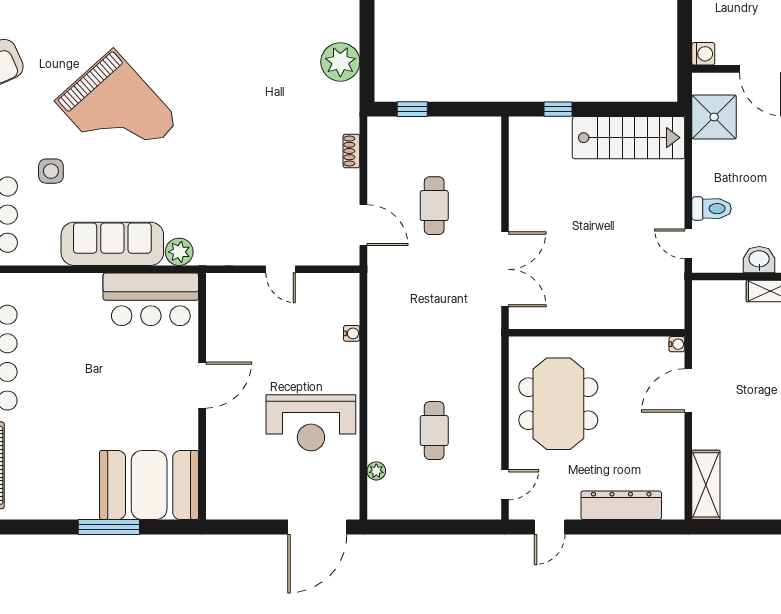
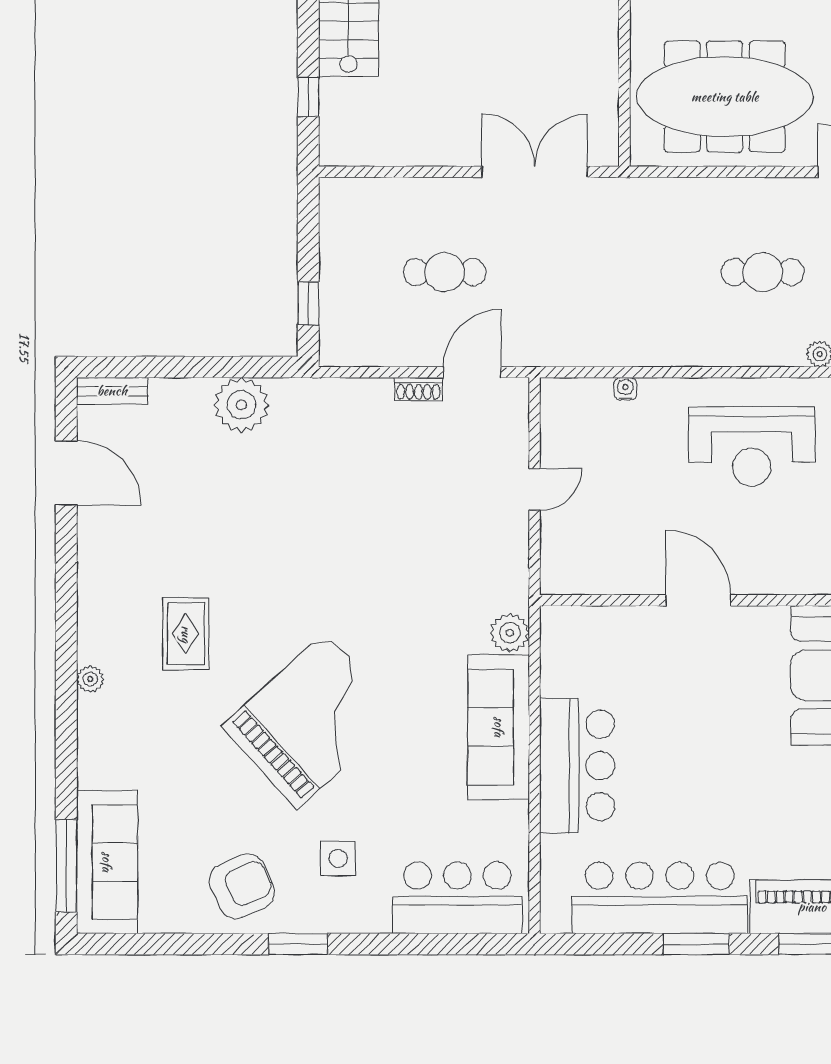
rug: (179, 23) -> (186, 634), added
shoe rack: (351, 151) -> (418, 389), moved
side table: (51, 171) -> (338, 858), moved
bar counter: (151, 299) -> (577, 765), moved
meeting table: (558, 404) -> (725, 97), width x1.36
reception desk: (311, 423) -> (752, 446), turned 90

